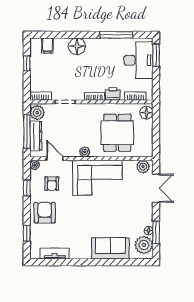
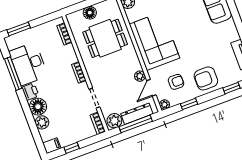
plant: (61, 45) -> (42, 122), added
filing cabinet: (47, 46) -> (52, 146), moved
desk: (138, 60) -> (28, 64), moved, turned -90
printer: (113, 94) -> (30, 92), moved, turned 180
floor lamp: (146, 113) -> (90, 13), moved
plant: (85, 152) -> (140, 76), moved

